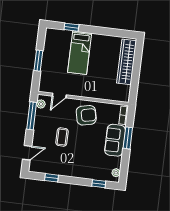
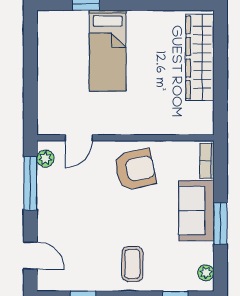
window: (38, 61) -> (30, 76), removed
coffee table: (62, 137) -> (132, 264), moved
window: (128, 138) -> (220, 224), moved
door: (27, 153) -> (30, 256), hinge flipped

